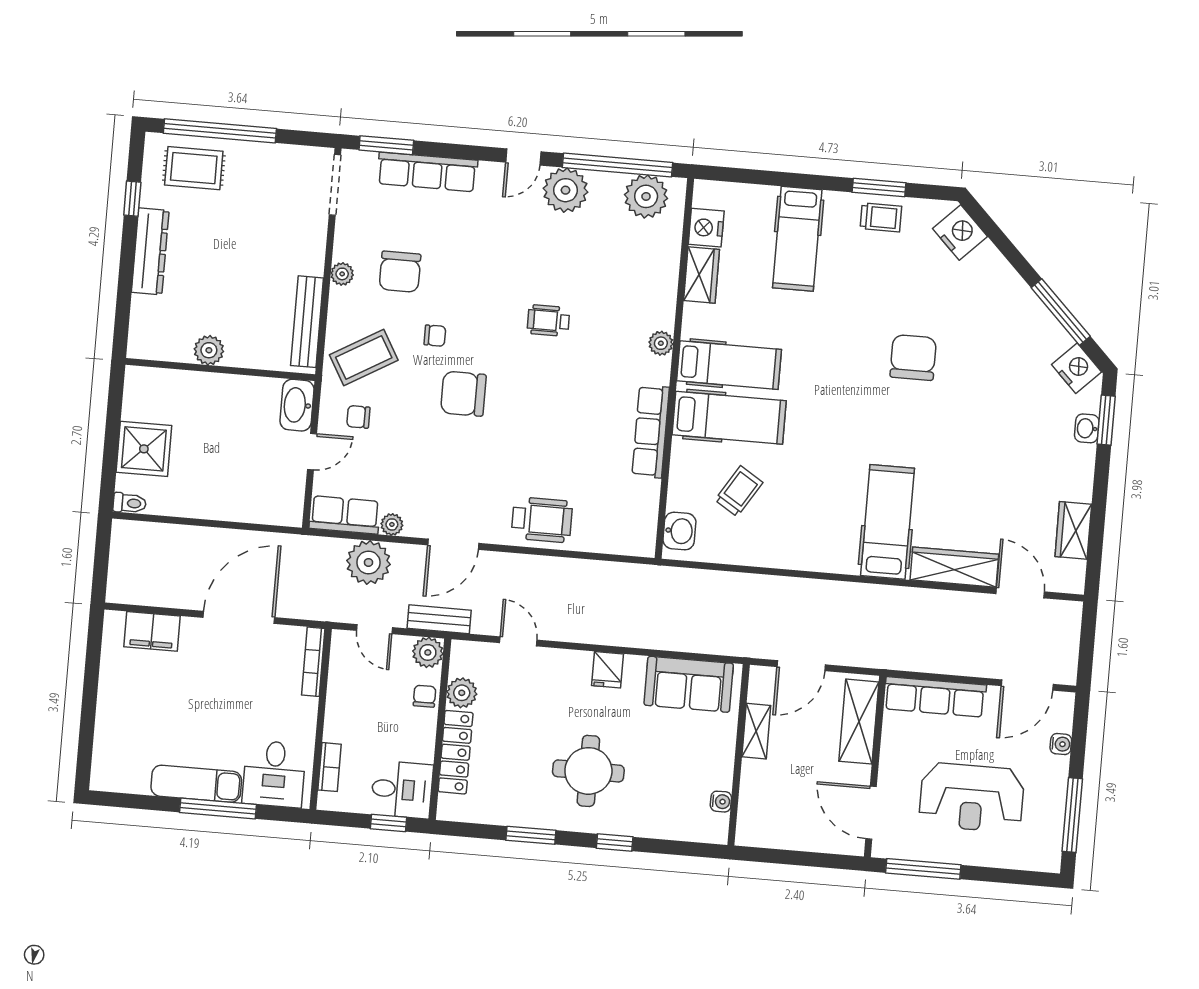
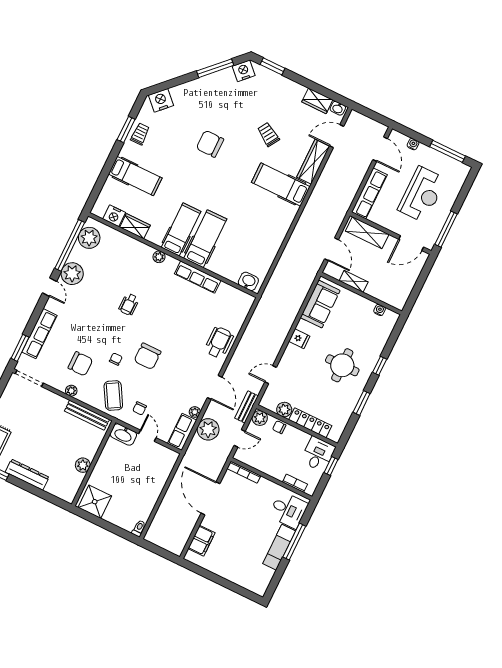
washbasin: (1087, 428) -> (338, 108), moved
shower: (144, 449) -> (95, 502), moved
trolley: (739, 491) -> (268, 134), moved

